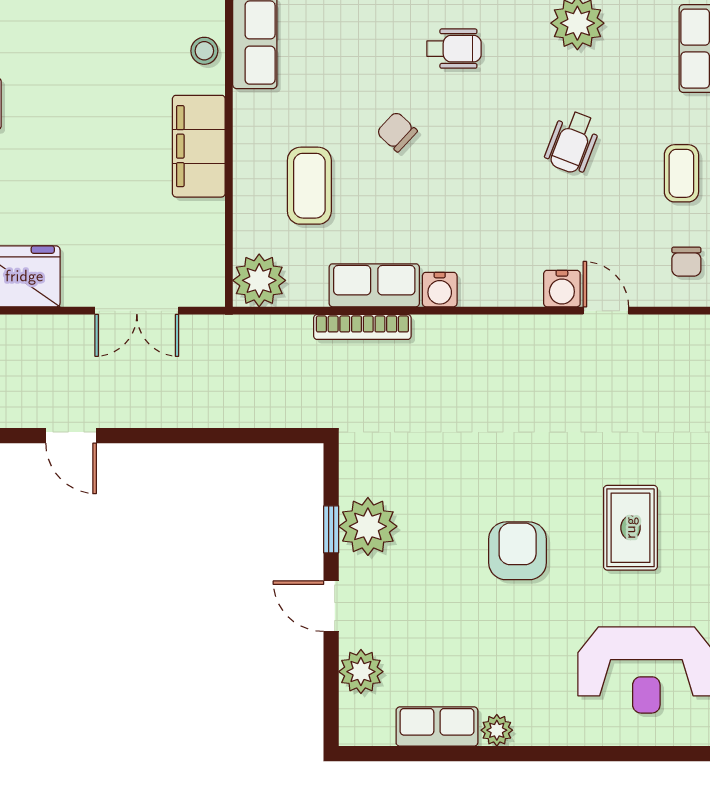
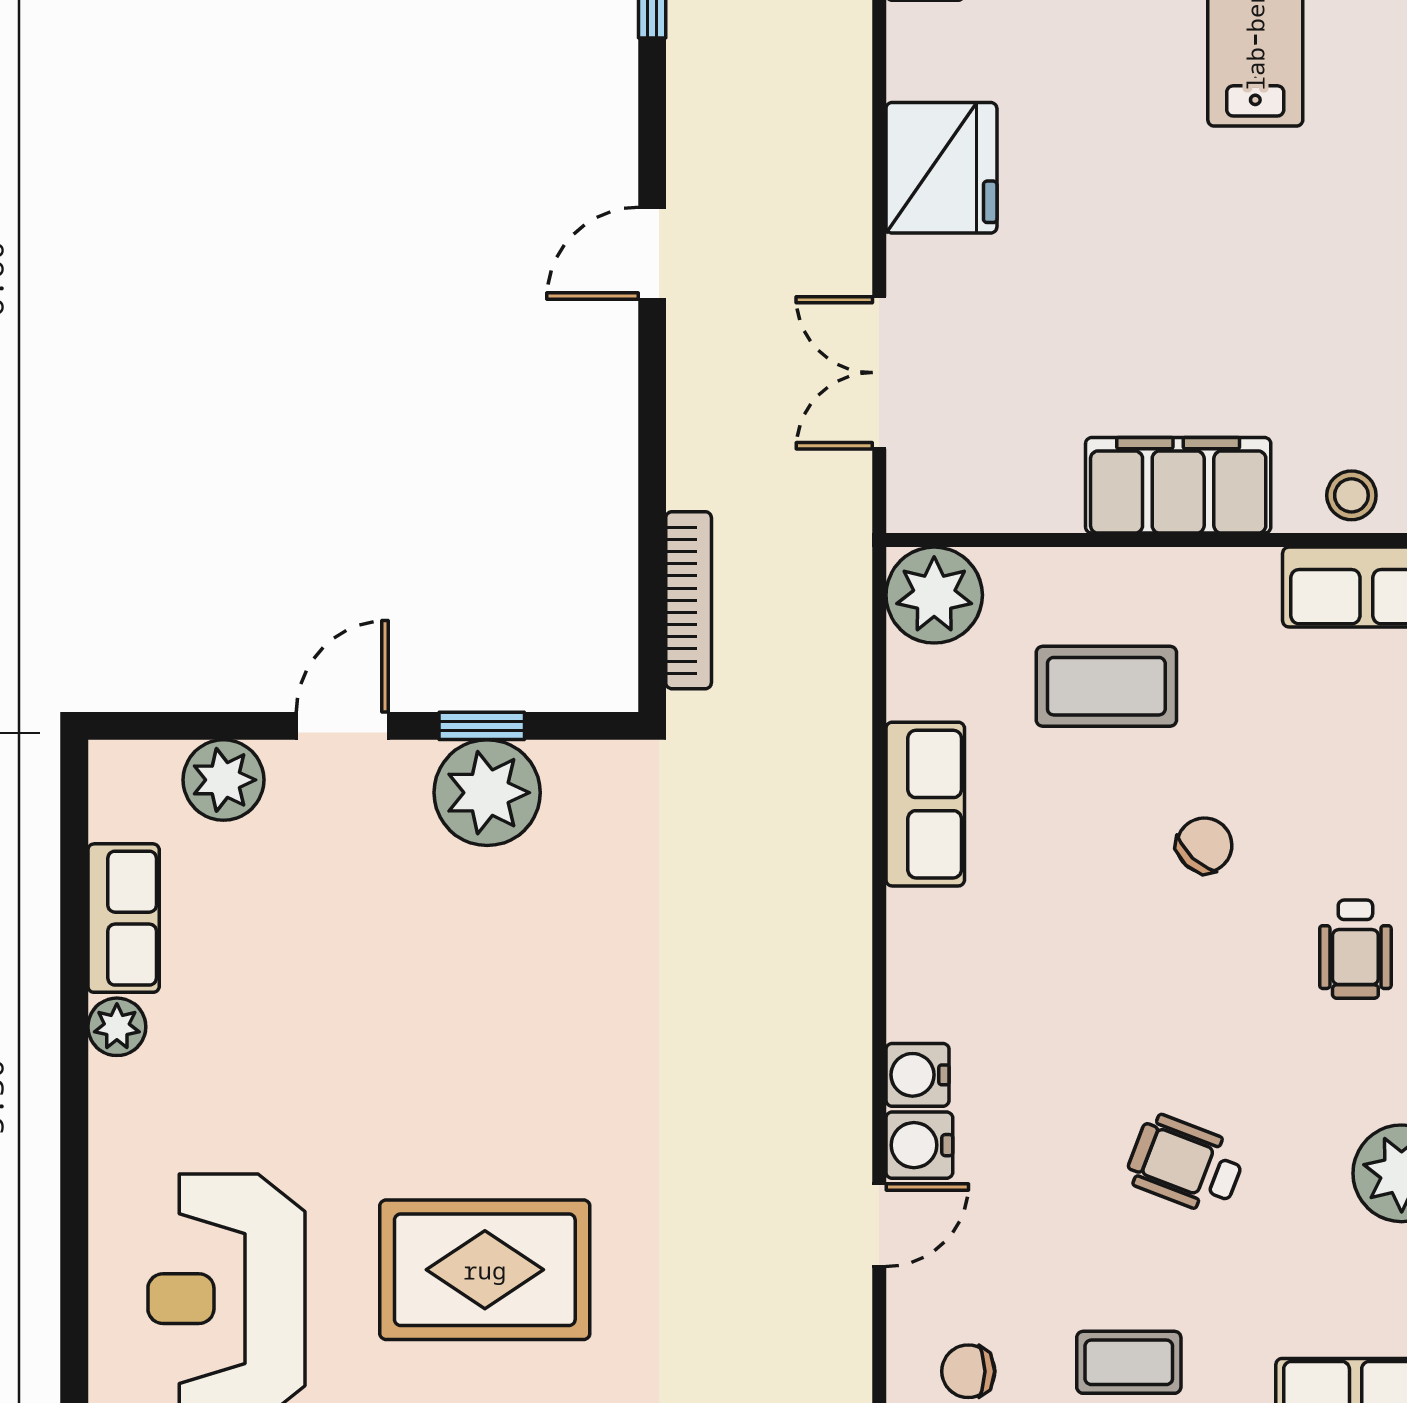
water cooler: (440, 290) -> (918, 1075), moved
bookcase: (362, 327) -> (689, 600), moved, turned 180
rug: (630, 528) -> (485, 1270), width x1.36, depth x1.43
armchair: (518, 551) -> (443, 1064), removed

